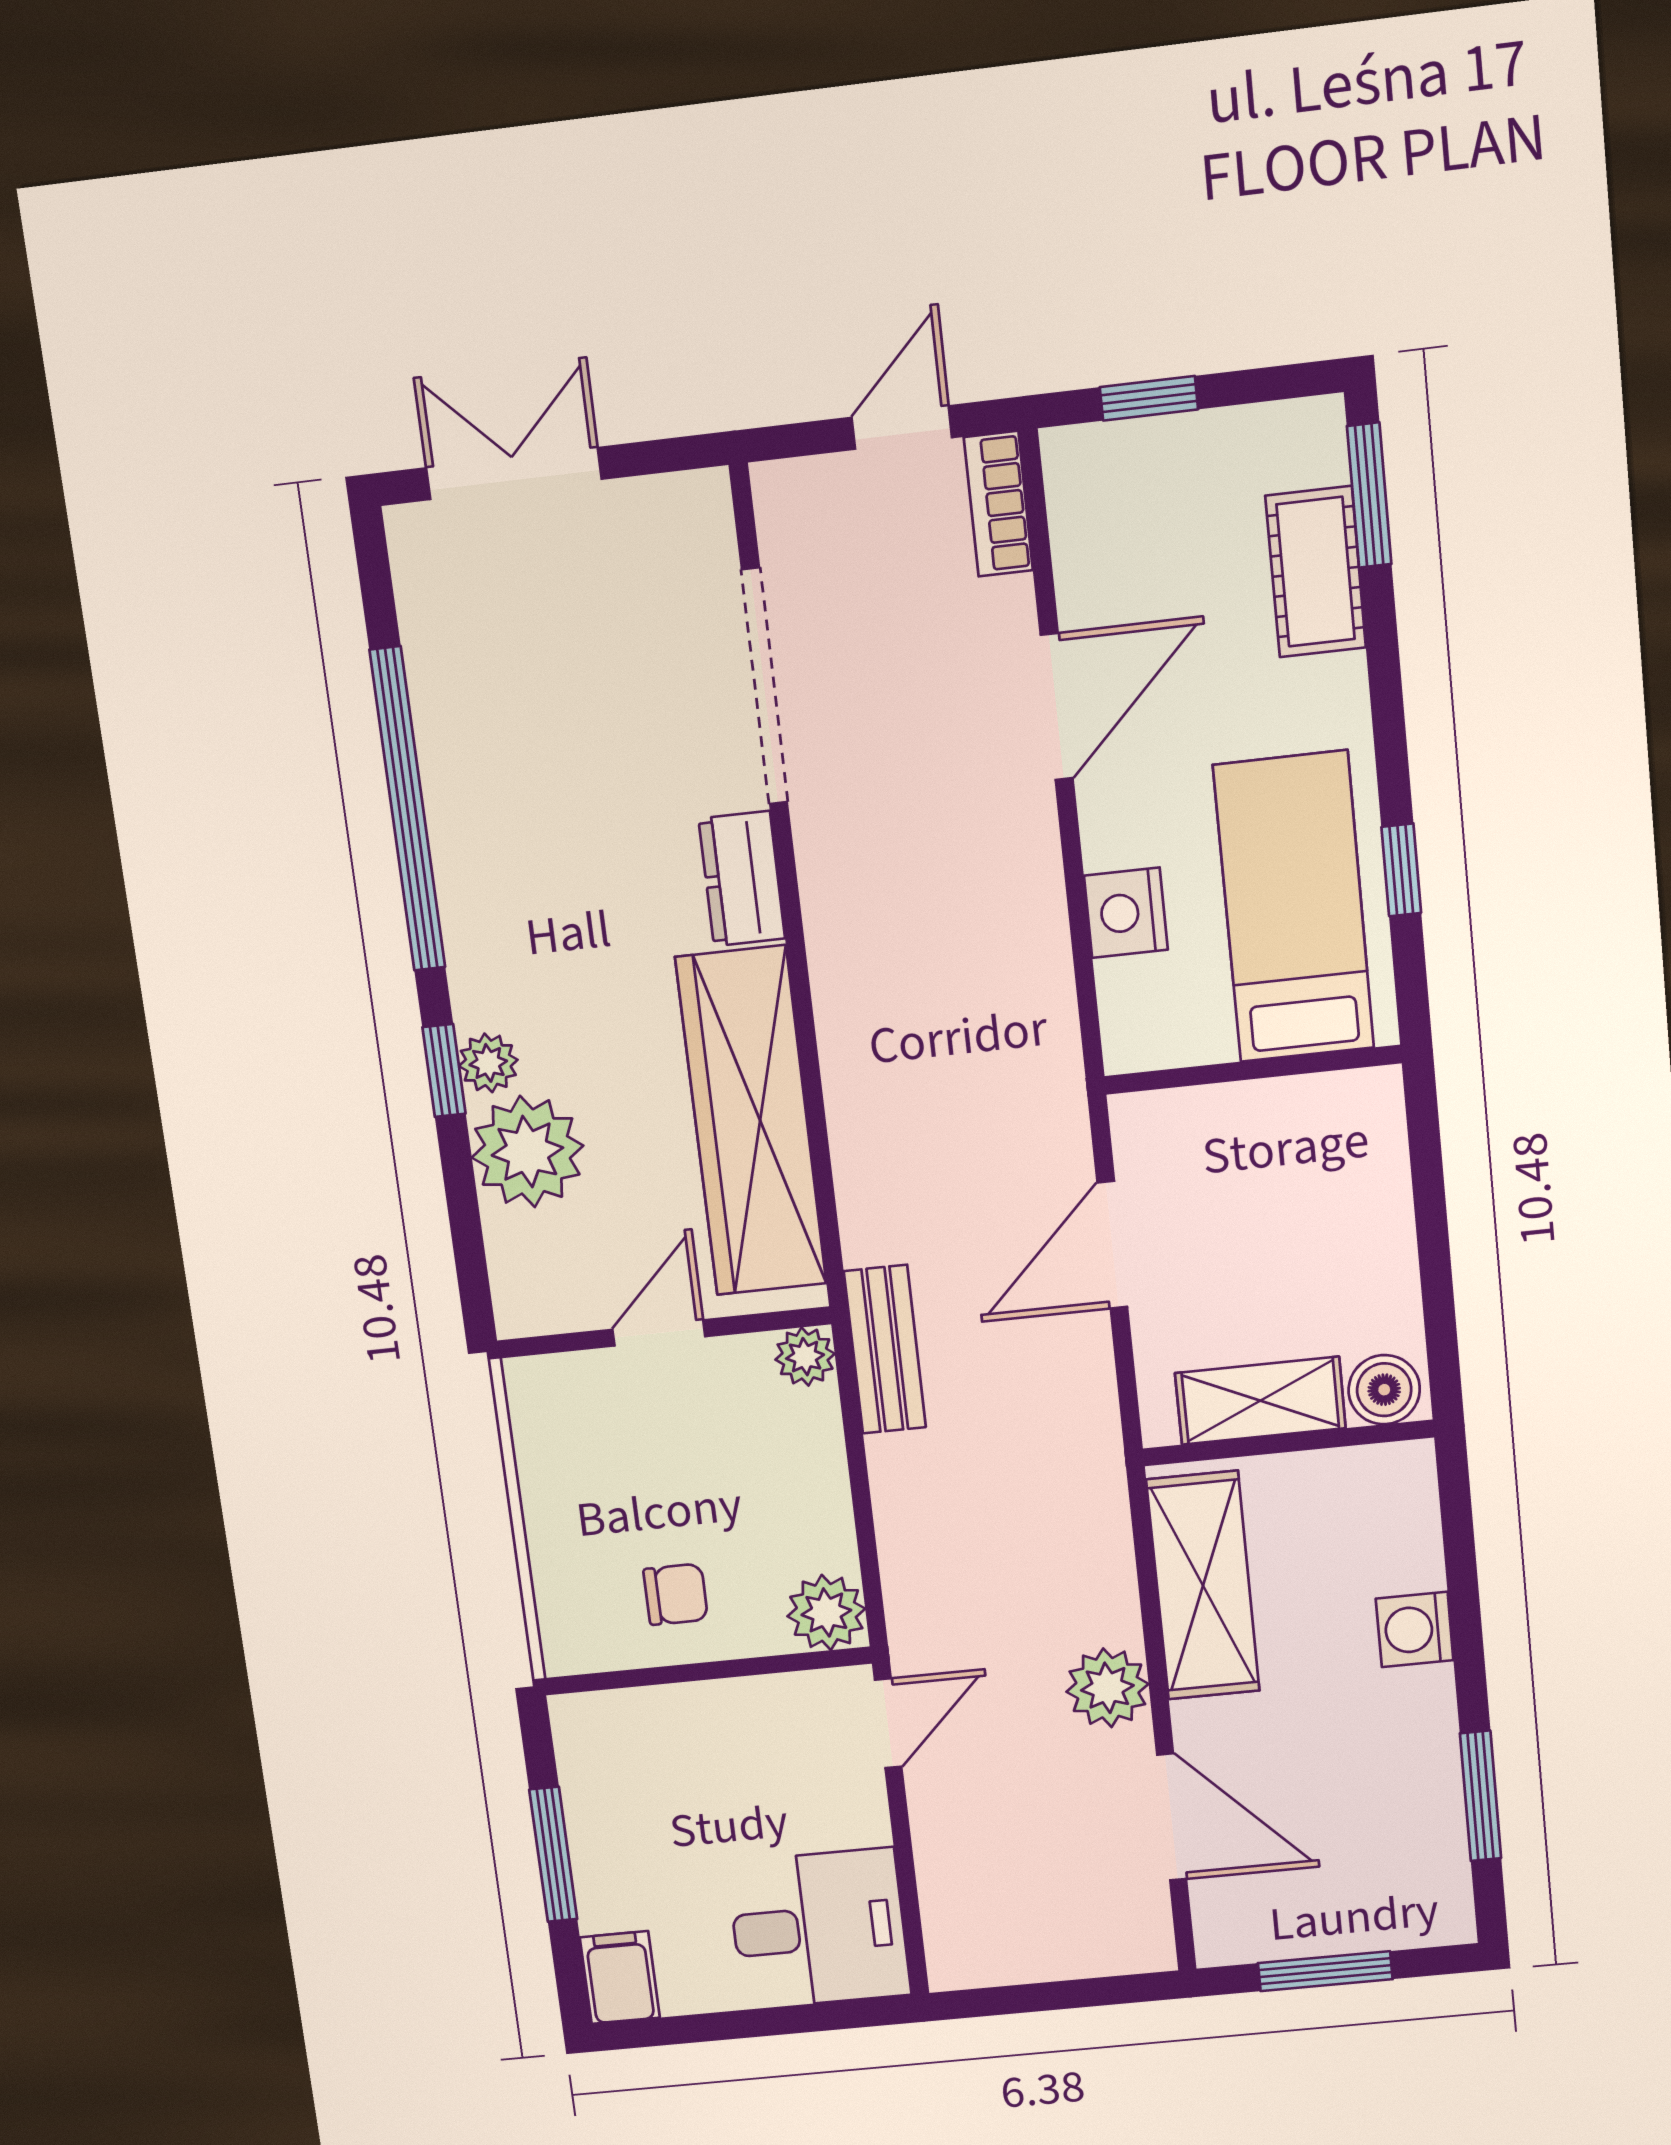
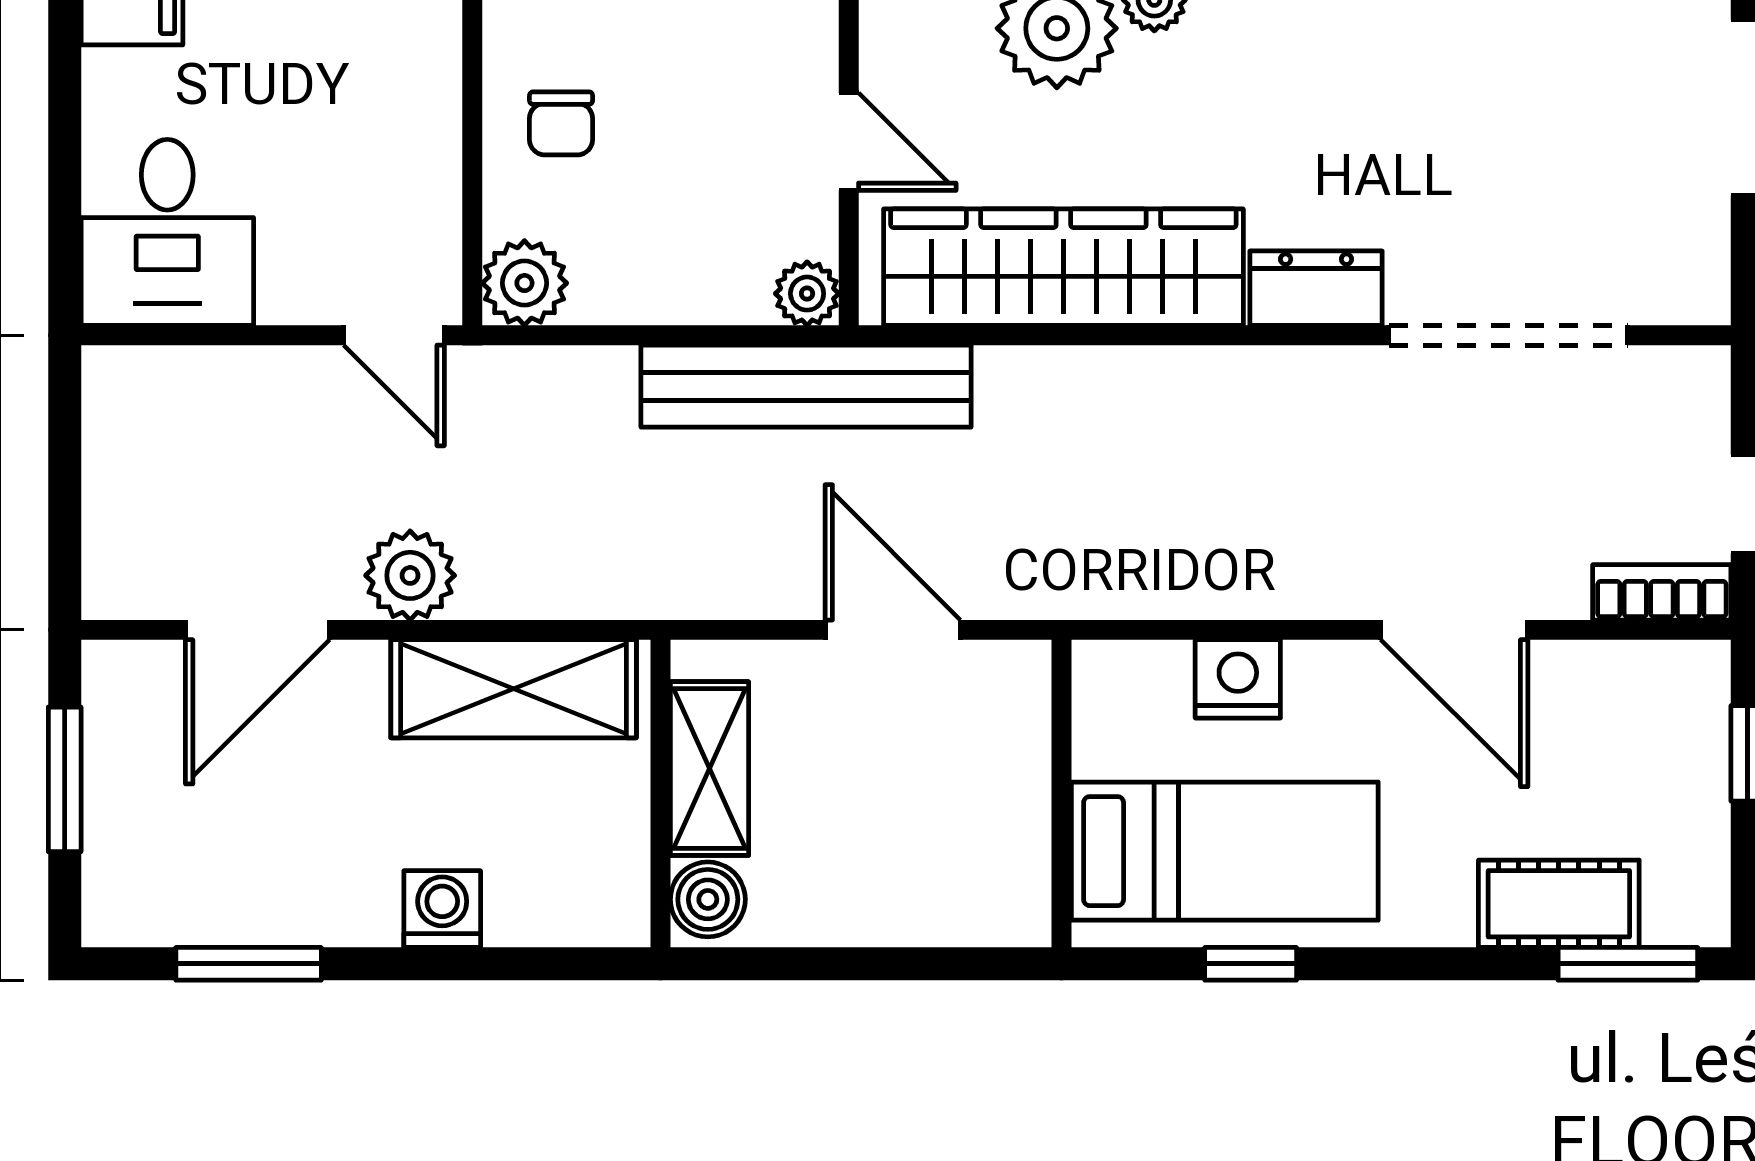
bench: (885, 1349) -> (806, 386), width x1.86, depth x1.21

